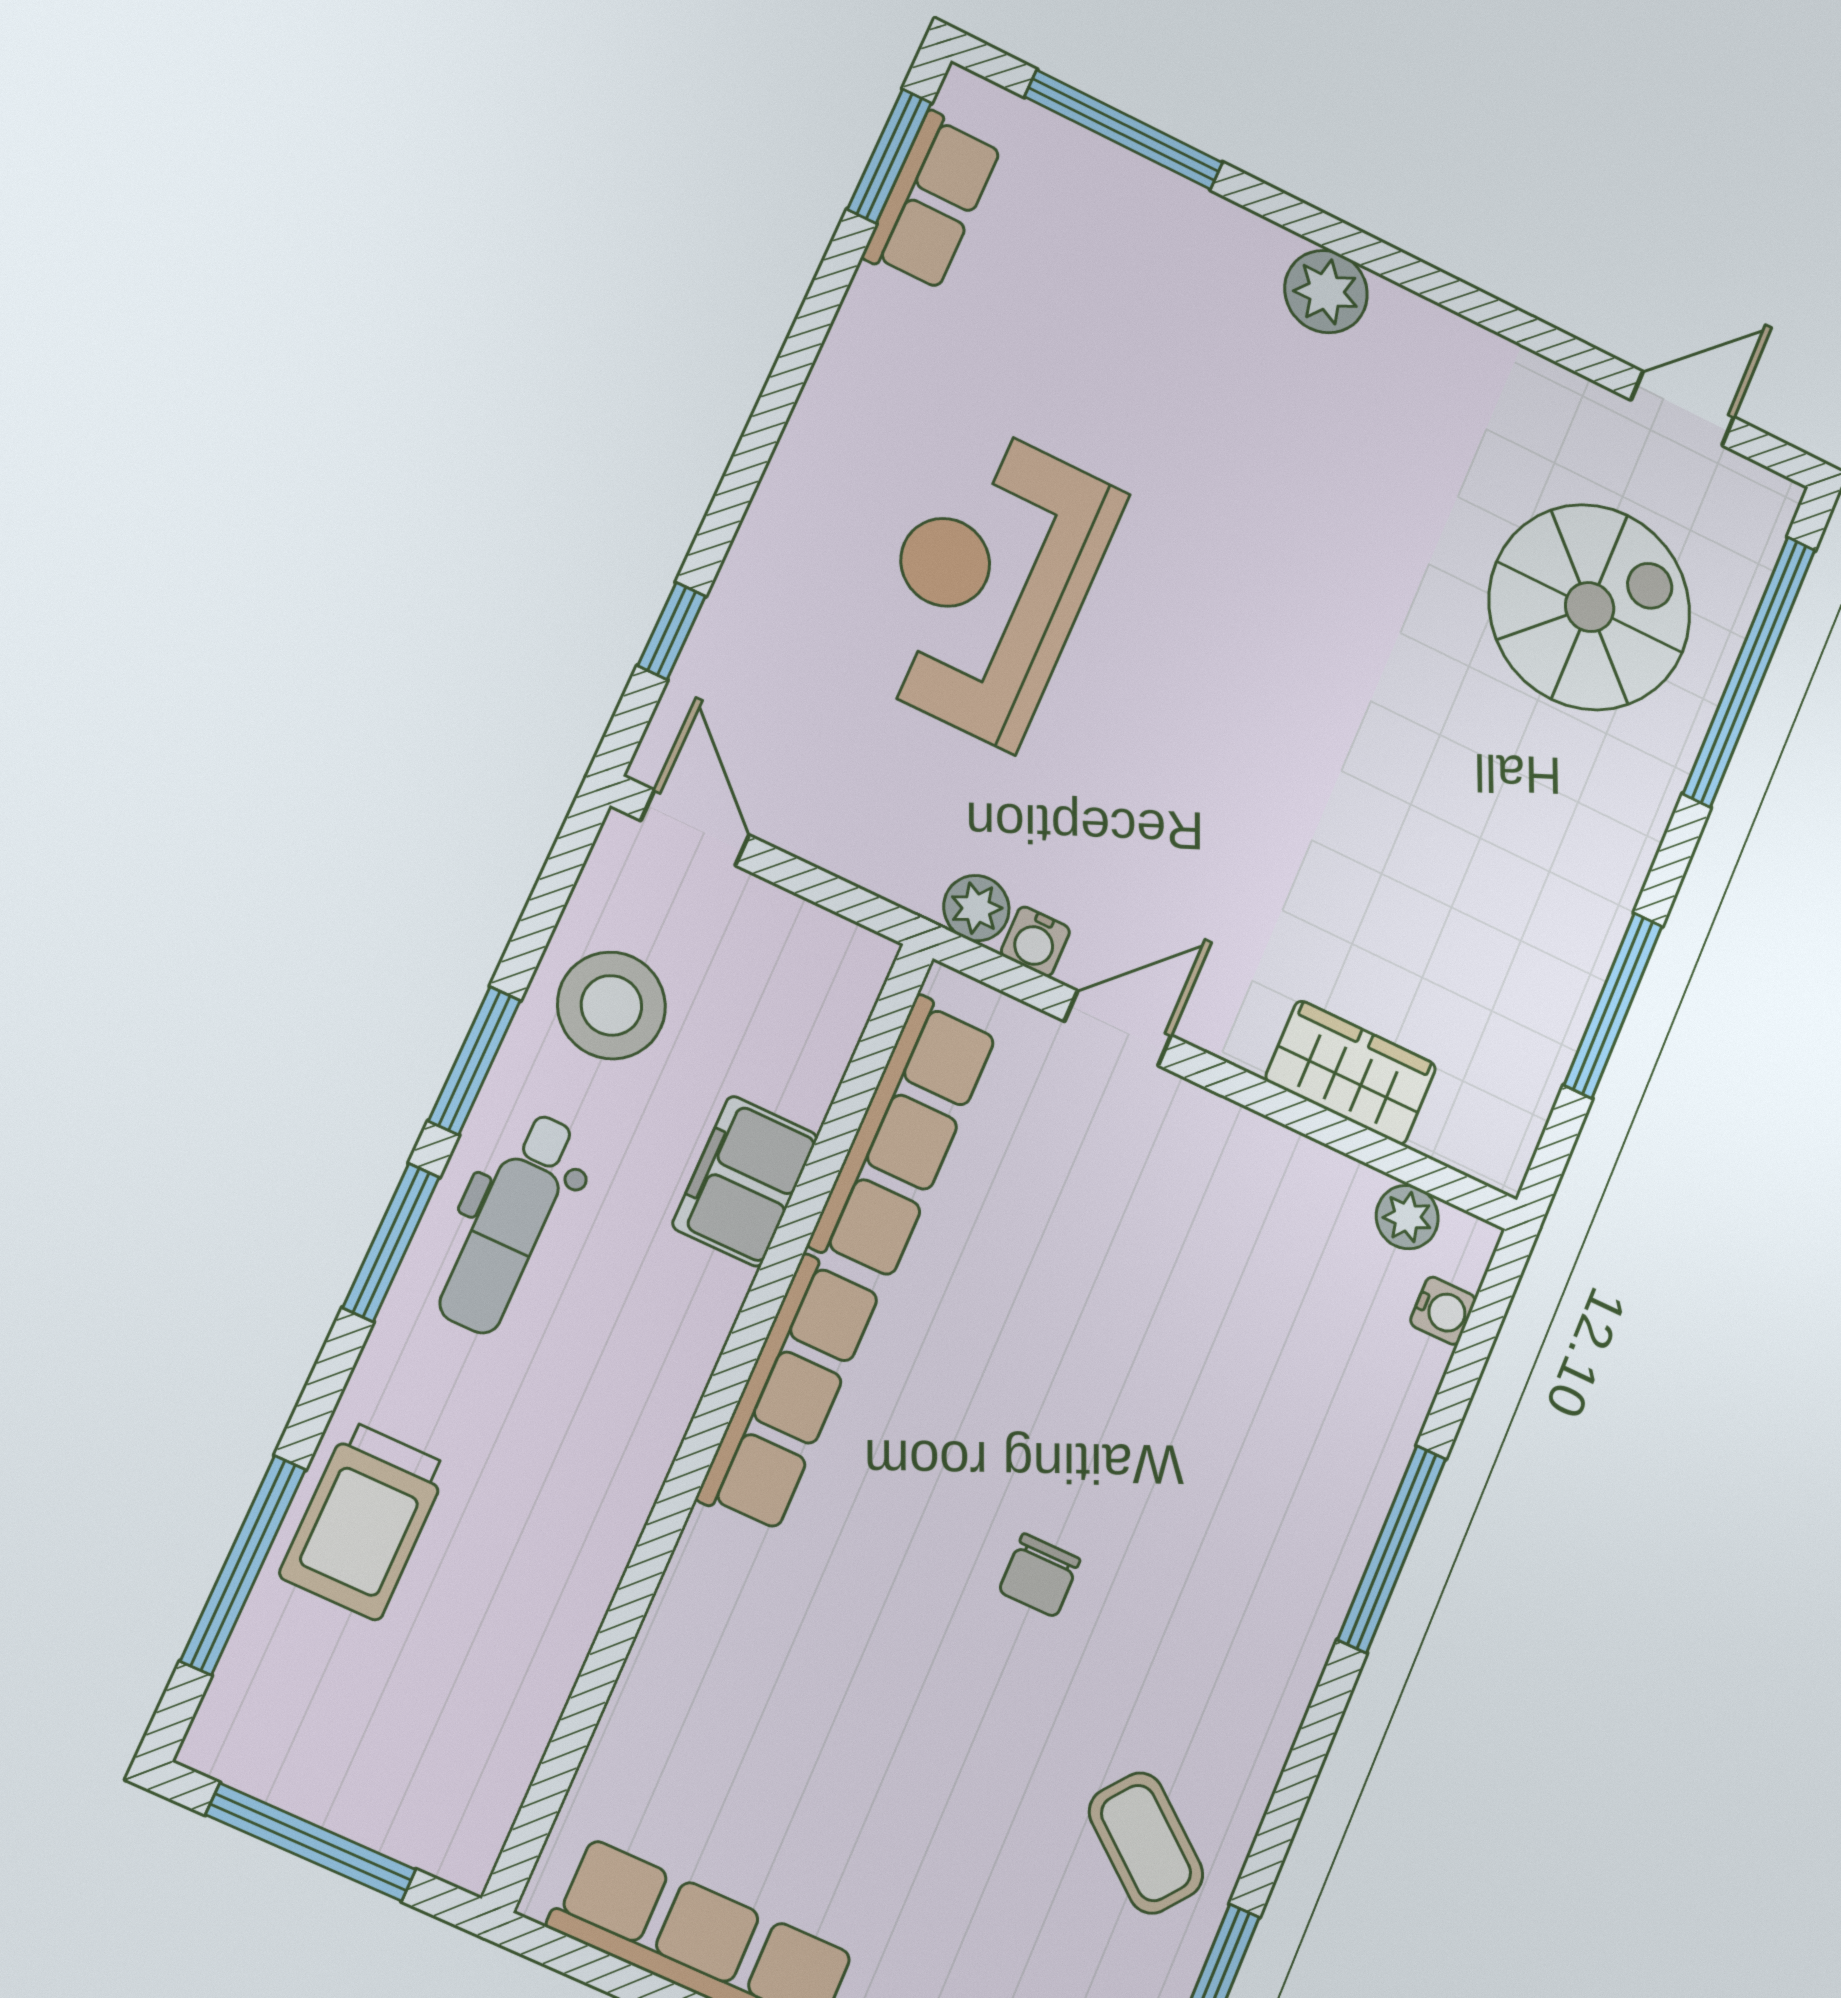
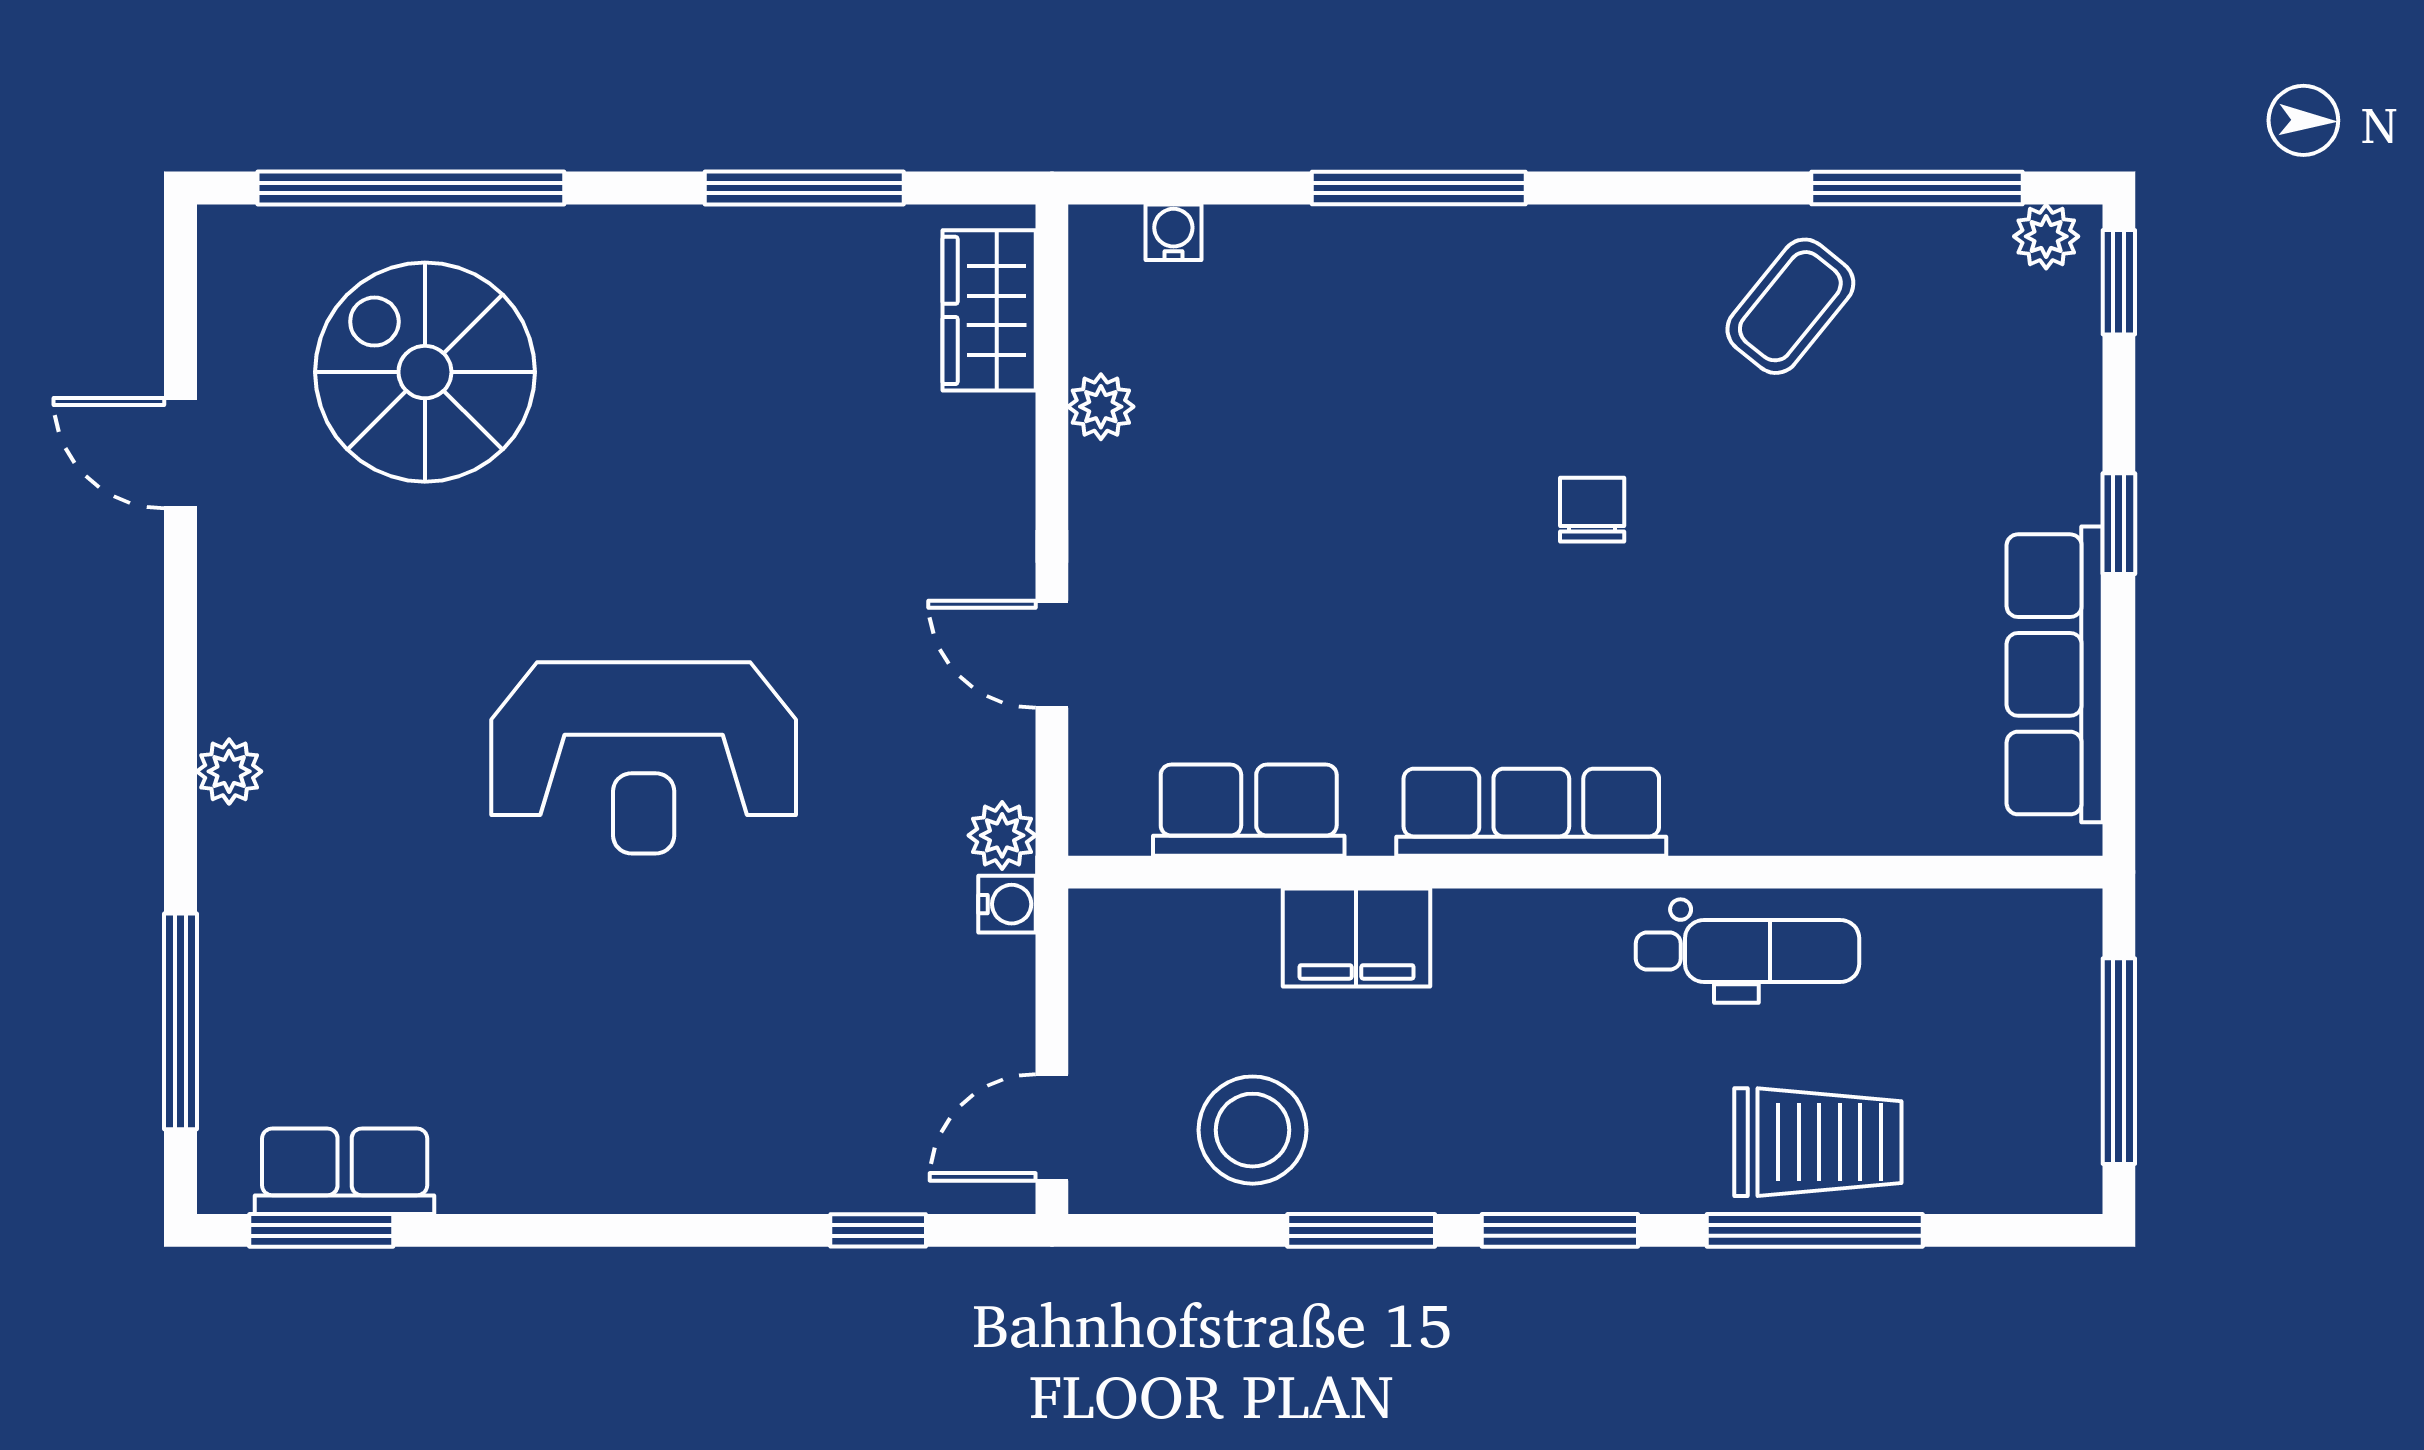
plant: (1326, 292) -> (229, 771), width x0.73, depth x0.73
door: (1683, 408) -> (180, 453), moved
reception desk: (989, 584) -> (644, 758), moved
water cooler: (1035, 941) -> (1007, 904), moved
wardrobe: (1351, 1073) -> (989, 310), moved
row of seats: (903, 1138) -> (1249, 810), width x0.68
plant: (1407, 1217) -> (1101, 407), moved
dental chair: (510, 1223) -> (1748, 951), moved
window: (243, 1565) -> (1815, 1230), moved
chair: (1039, 1575) -> (1592, 510), turned -90

